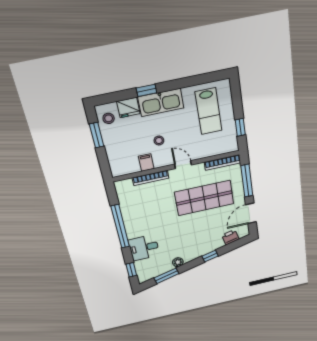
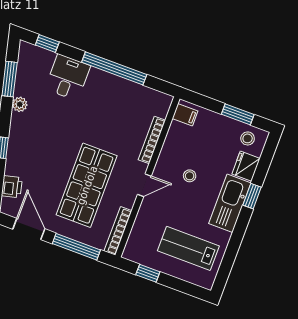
filing cabinet: (146, 163) -> (185, 115), moved

